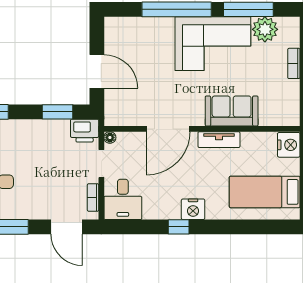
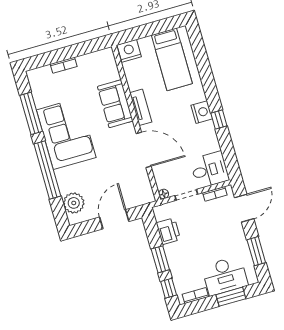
plant: (265, 29) -> (74, 203), moved
window: (57, 112) -> (160, 259), moved
printer: (85, 131) -> (168, 231), moved

